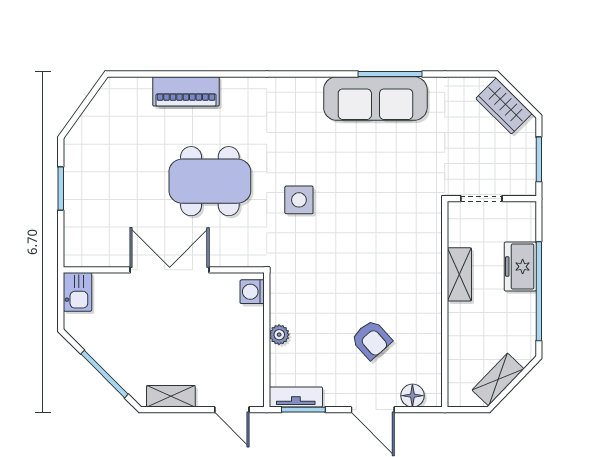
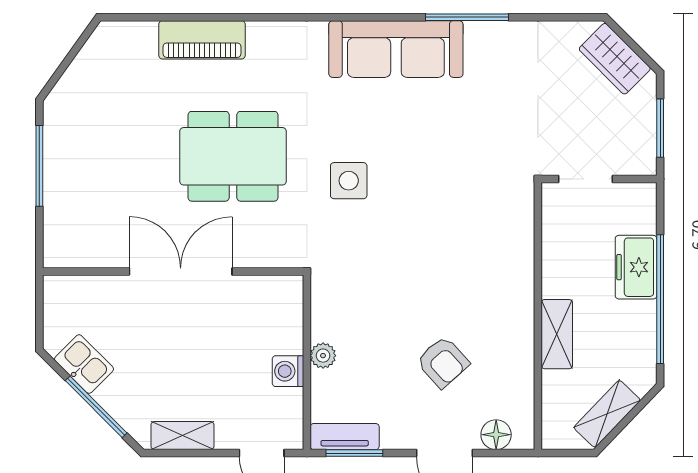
sofa: (375, 99) -> (396, 49), moved
window: (61, 189) -> (39, 166), width x1.44
shelving: (459, 274) -> (557, 334), moved
kitchen sink: (77, 292) -> (84, 364), moved, turned -45
washing machine: (252, 292) -> (288, 371), moved

